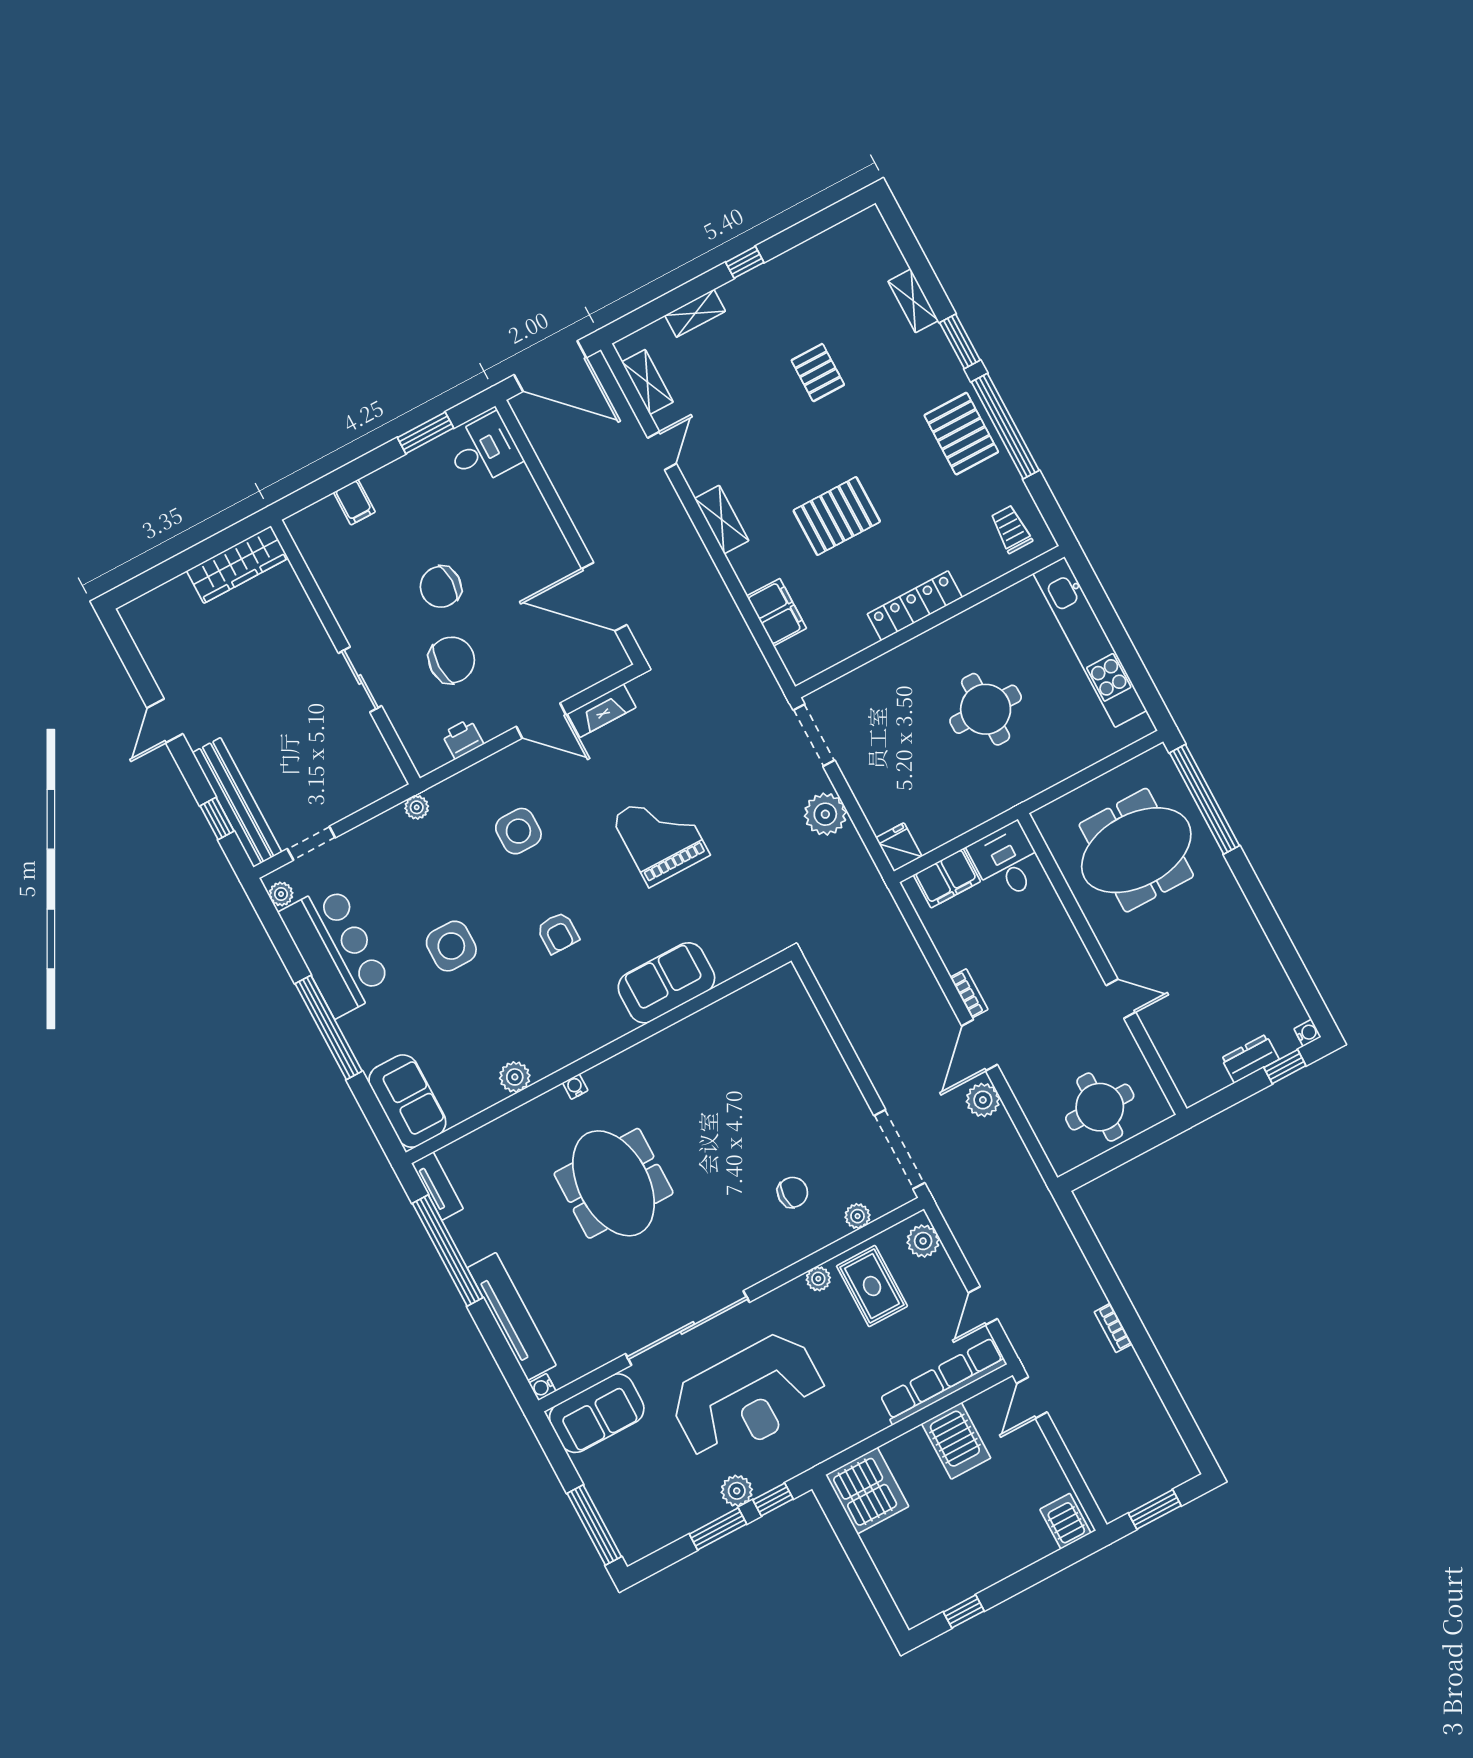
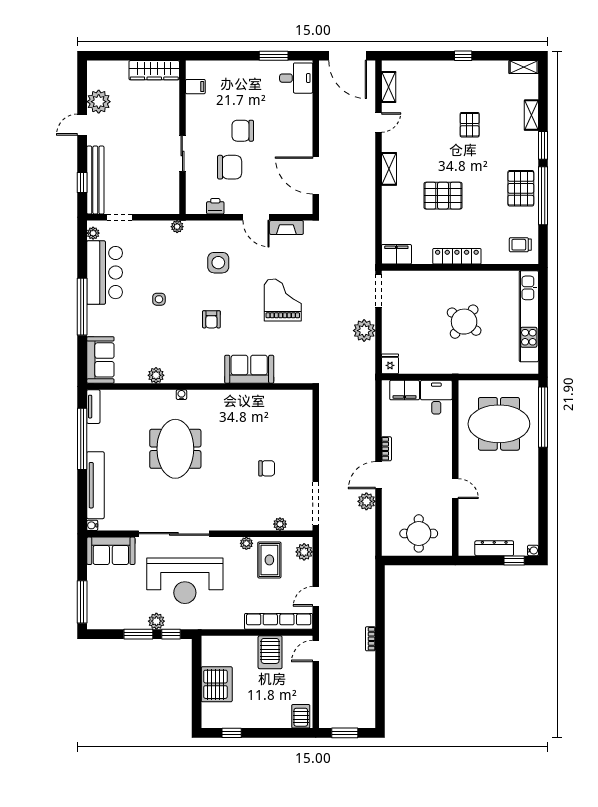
shelving: (695, 313) -> (524, 67), moved
filing cabinet: (354, 502) -> (195, 87), moved, turned -90
trolley: (1011, 529) -> (520, 245), turned -90
filing cabinet: (777, 612) -> (396, 254), moved, turned -90
plant: (172, 667) -> (99, 102), added
round table: (986, 709) -> (464, 322), turned 37
side table: (451, 946) -> (159, 299), width x0.54, depth x0.54
dresser: (1250, 1059) -> (494, 548), width x1.44
chair: (793, 1192) -> (267, 468), moved
server rack: (867, 1491) -> (217, 684), moved

